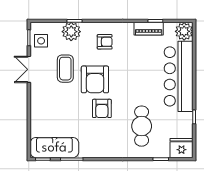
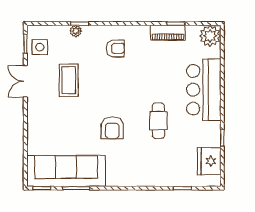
plant: (71, 32) -> (76, 31), width x0.53, depth x0.53
bar counter: (179, 76) -> (204, 90), width x0.73
armchair: (95, 79) -> (104, 93), removed
cafe table: (142, 126) -> (158, 121), moved, width x0.73, depth x0.74
sofa: (54, 148) -> (66, 171), width x1.36, depth x1.27
fridge: (182, 148) -> (209, 161), moved, turned -90

